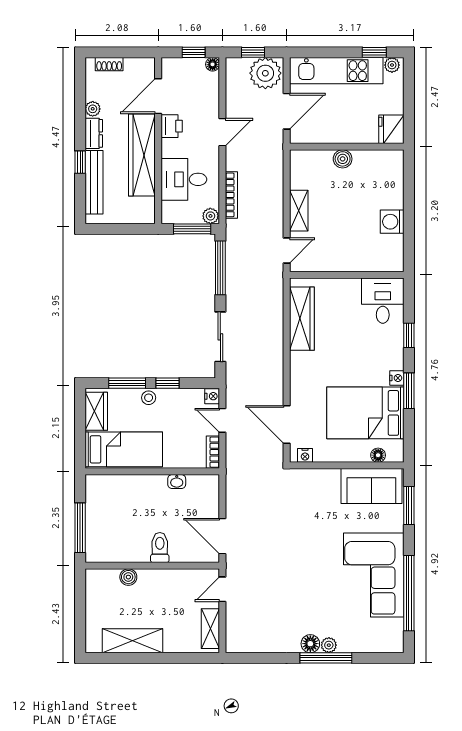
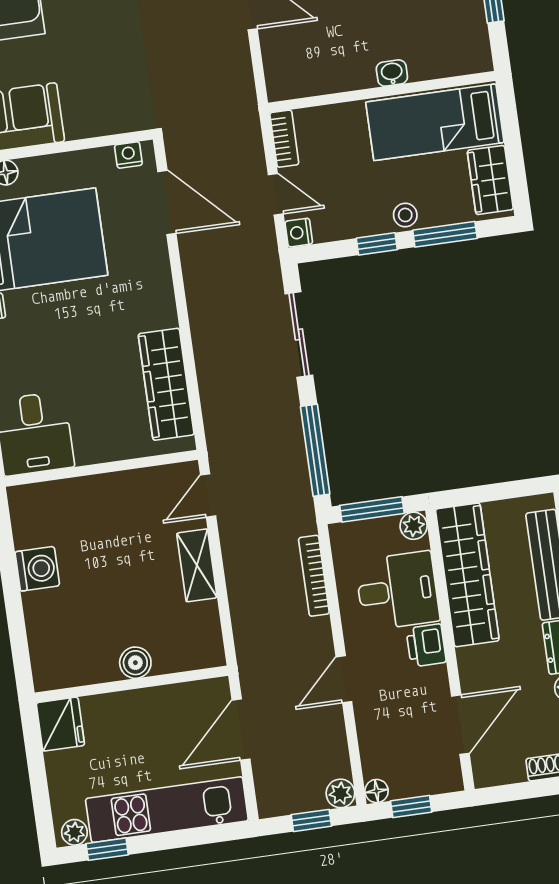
plant: (265, 73) -> (340, 793), moved, width x0.53, depth x0.53
printer: (172, 126) -> (426, 645), moved
wardrobe: (142, 155) -> (467, 575), moved
plant: (210, 216) -> (414, 526), moved
washbasin: (177, 482) -> (392, 73), moved

